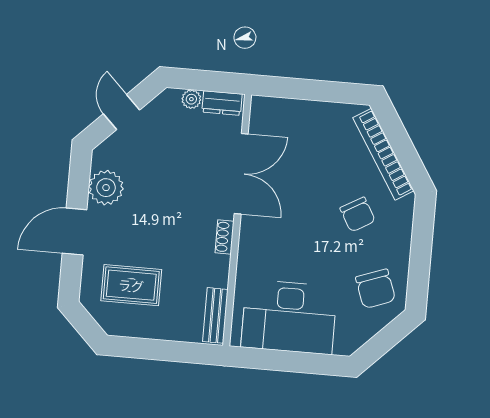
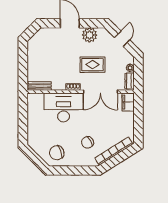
filing cabinet: (271, 111) -> (128, 102), added
door: (122, 112) -> (122, 39), hinge flipped
rug: (131, 285) -> (92, 65), moved, turned 90
desk: (289, 317) -> (64, 107), moved, turned 90

